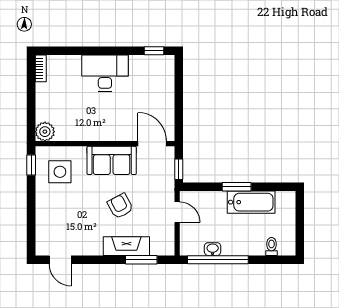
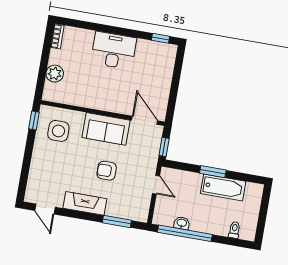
plant: (45, 132) -> (55, 74), moved
armchair: (120, 206) -> (107, 171), turned -62
fireplace: (126, 246) -> (85, 203), moved

